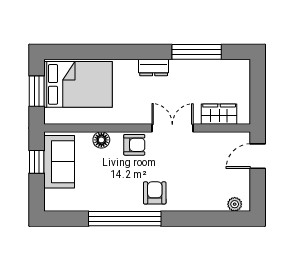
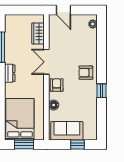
window: (37, 162) -> (77, 144), moved
window: (125, 219) -> (101, 91), width x0.32

